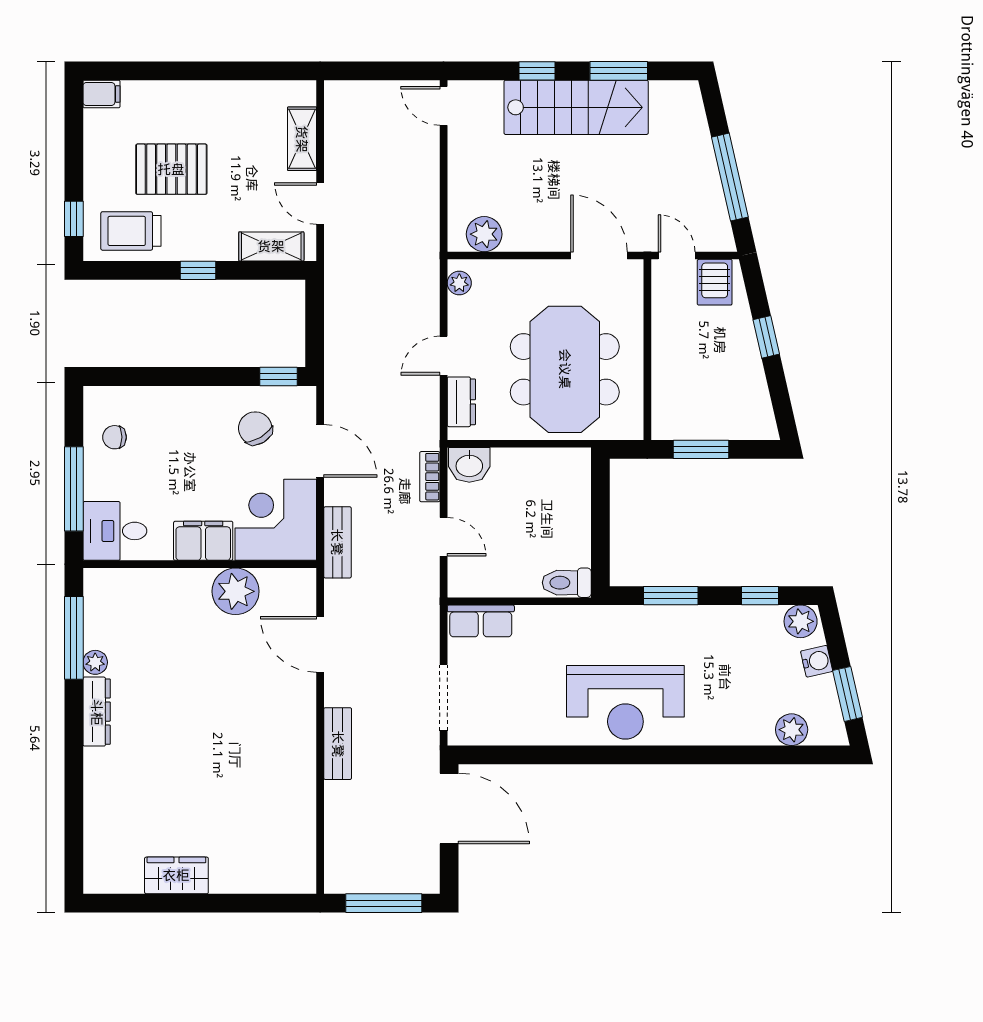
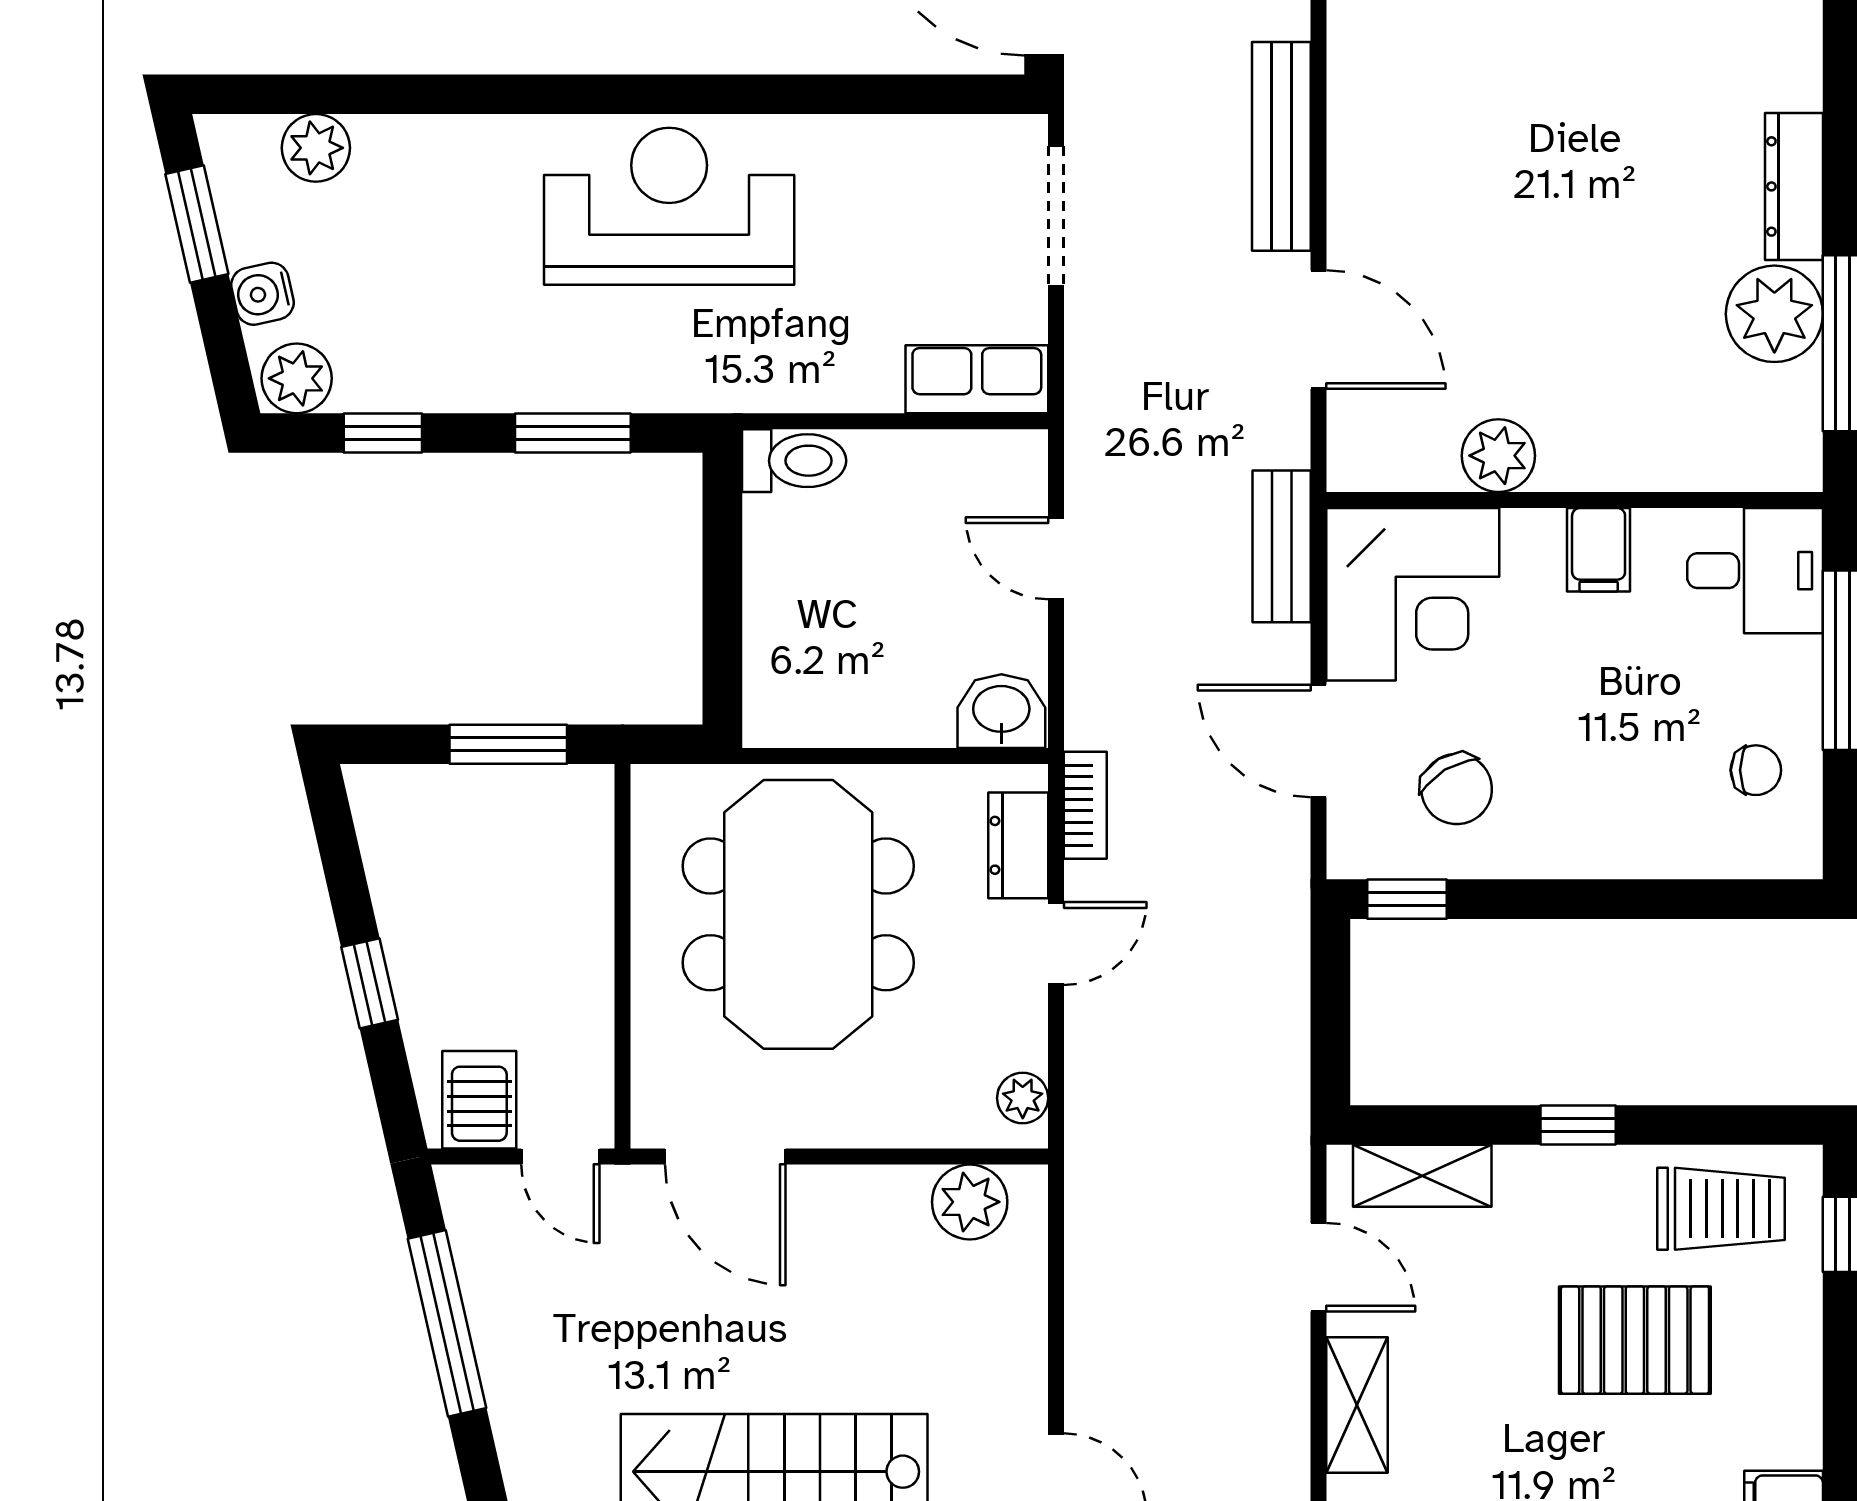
bookcase: (430, 477) -> (1085, 805), moved
filing cabinet: (203, 541) -> (1599, 550), width x0.50
plant: (236, 591) -> (1498, 456), width x0.73, depth x0.73
plant: (95, 662) -> (1774, 314), width x1.88, depth x1.88
bench: (338, 744) -> (1281, 146), width x1.36

